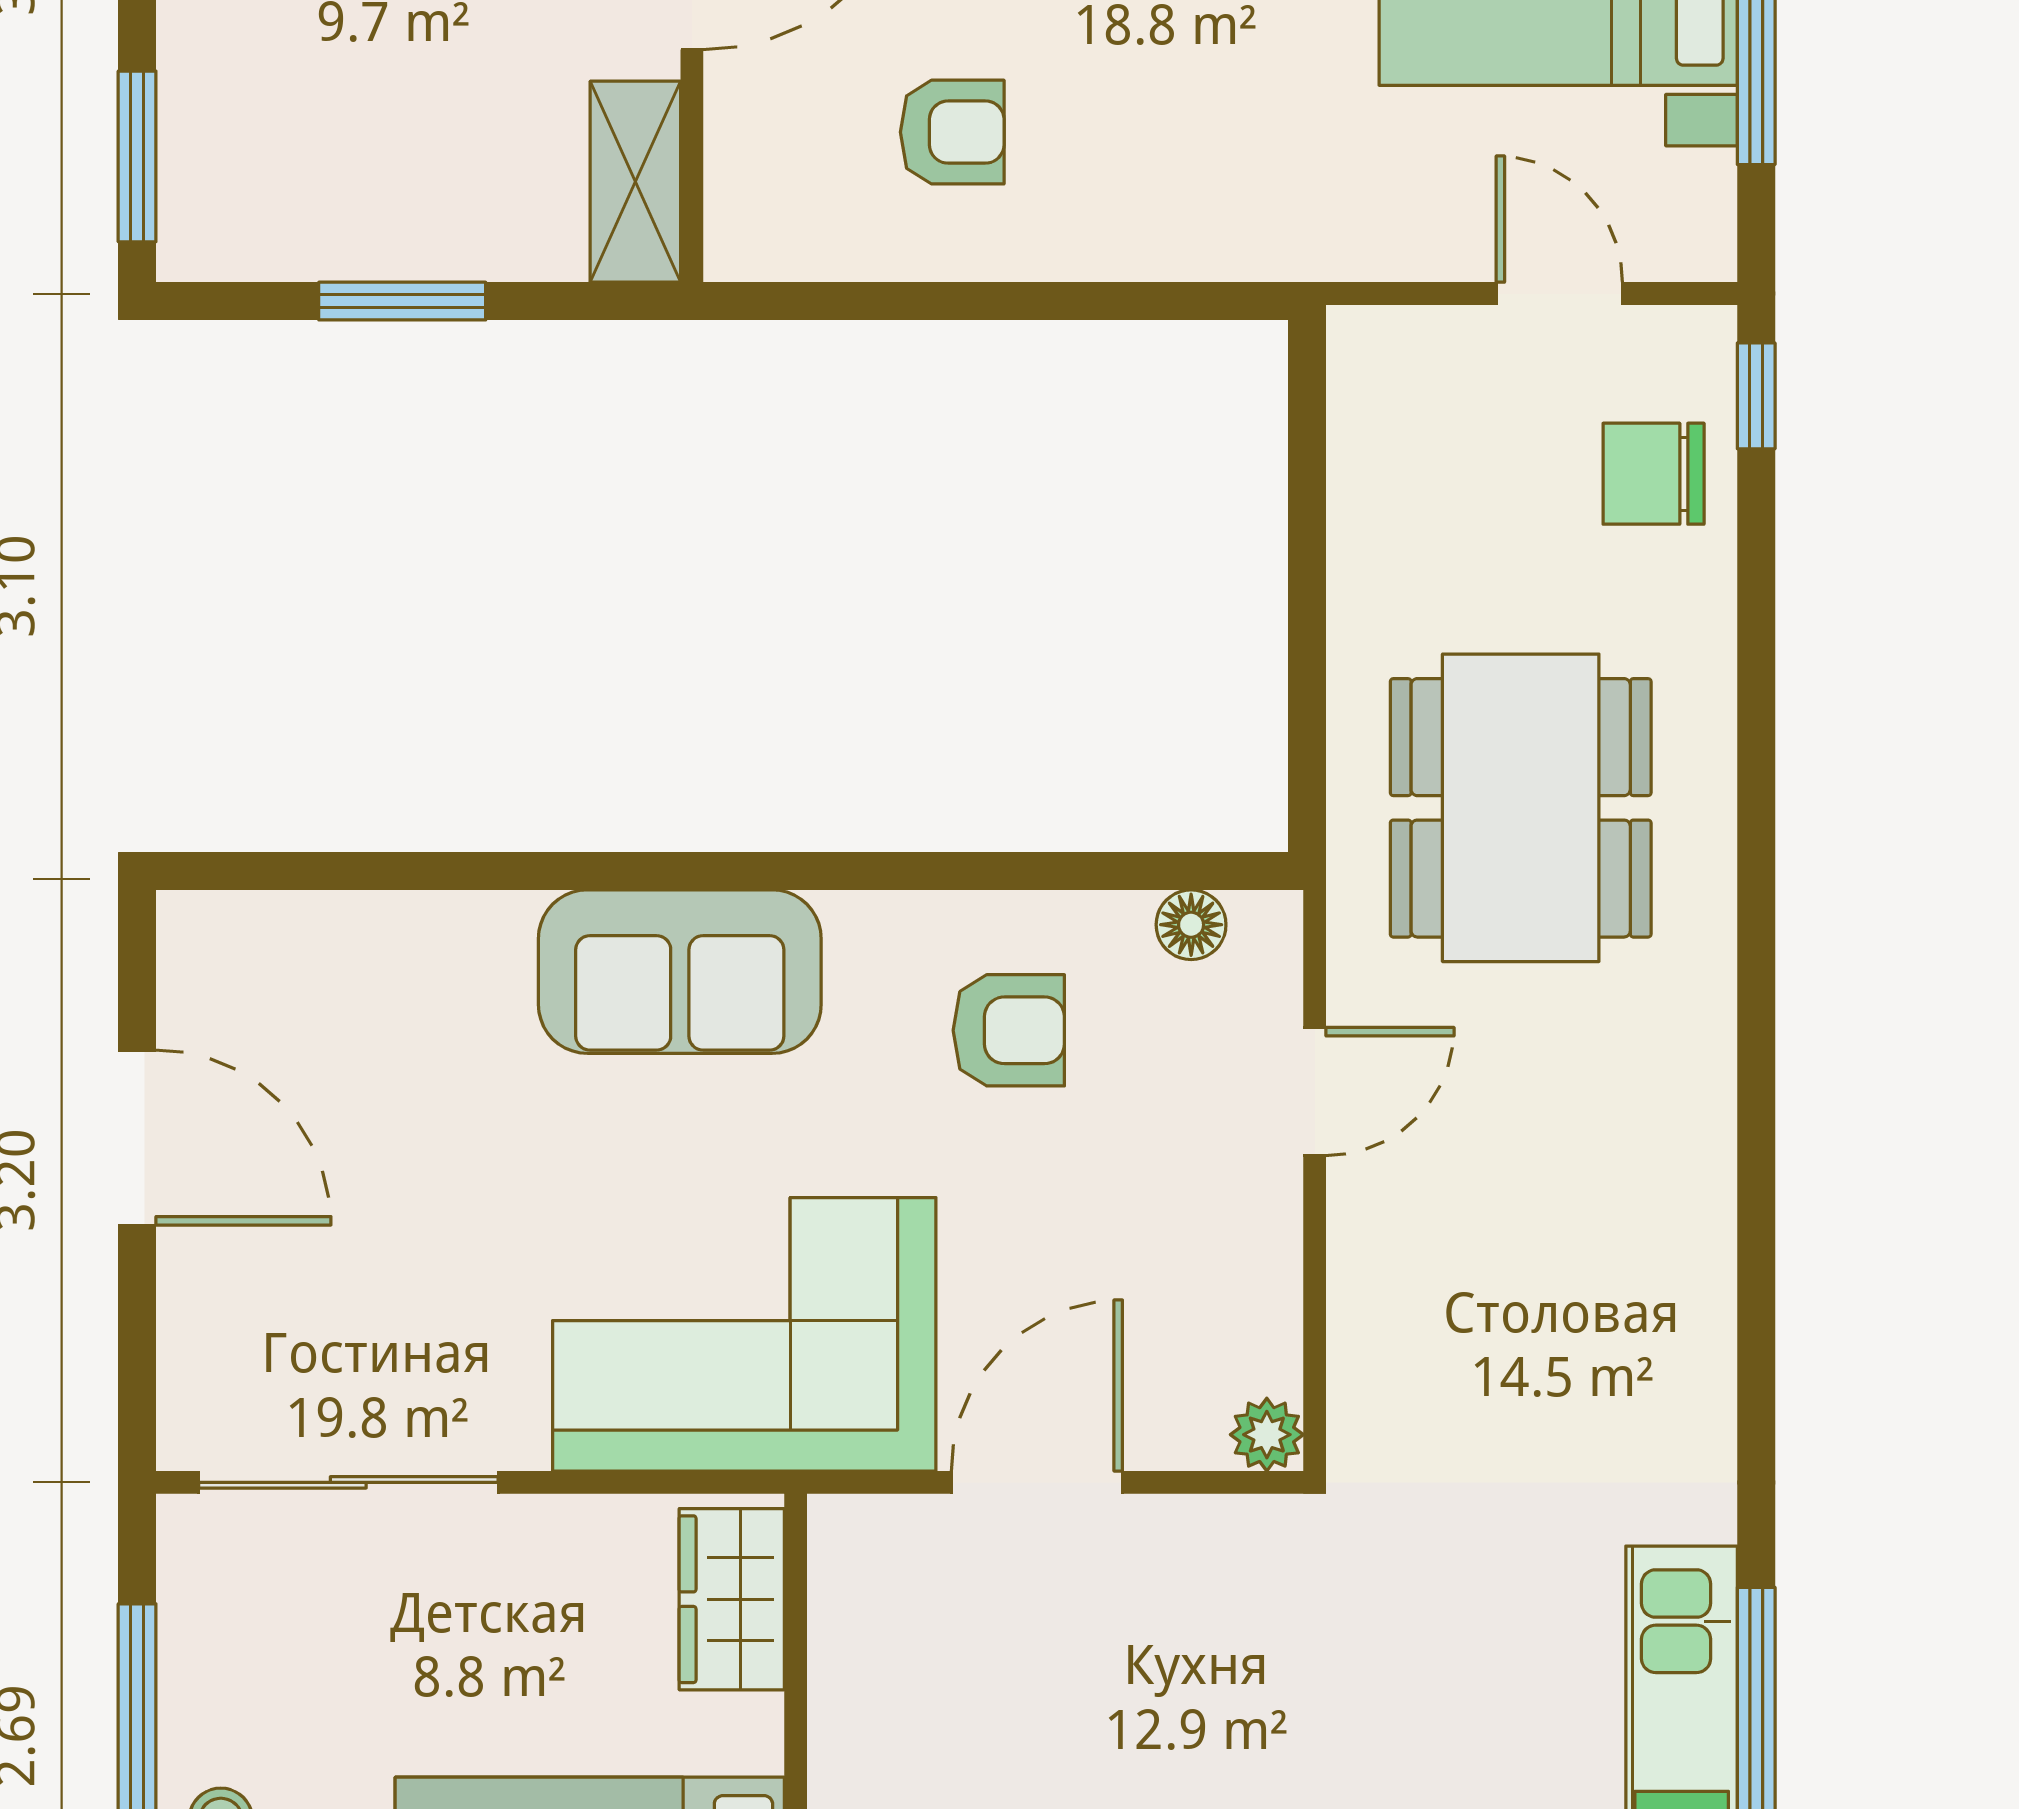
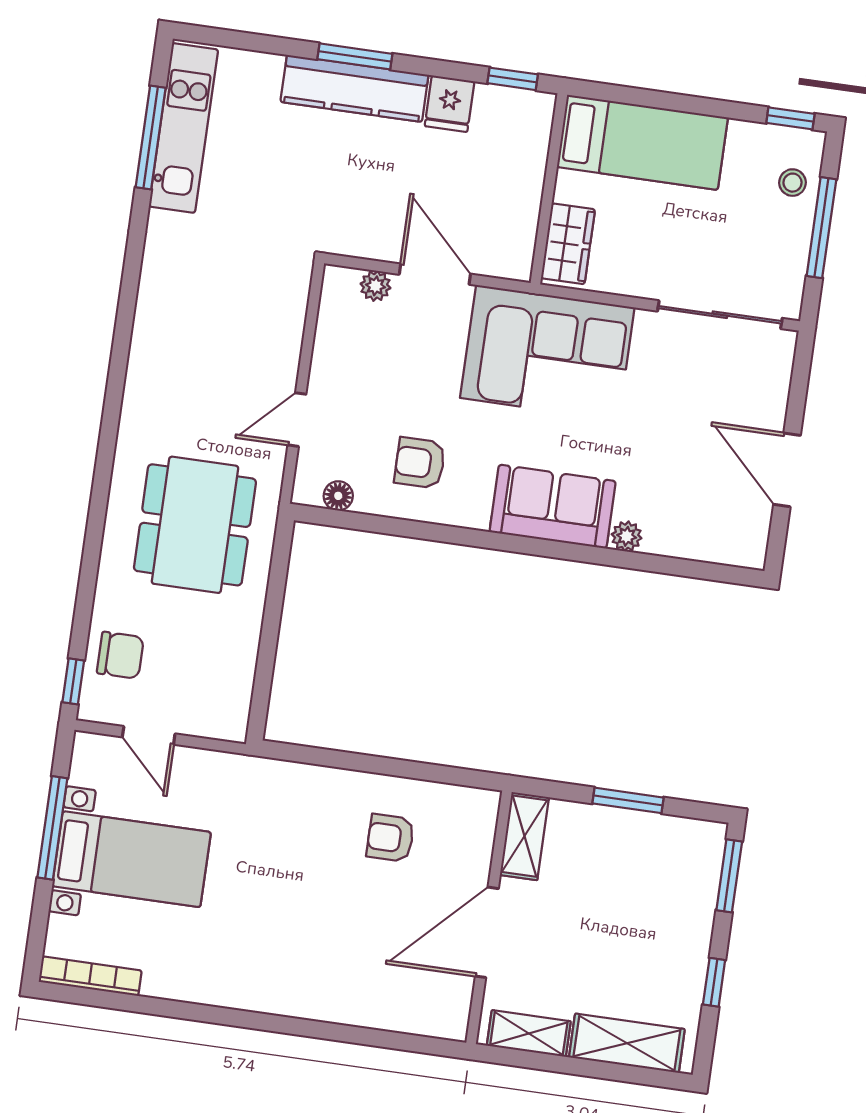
plant: (495, 926) -> (627, 536), added
plant: (1267, 1435) -> (375, 286), moved
door: (1037, 1482) -> (435, 274), swing flipped

